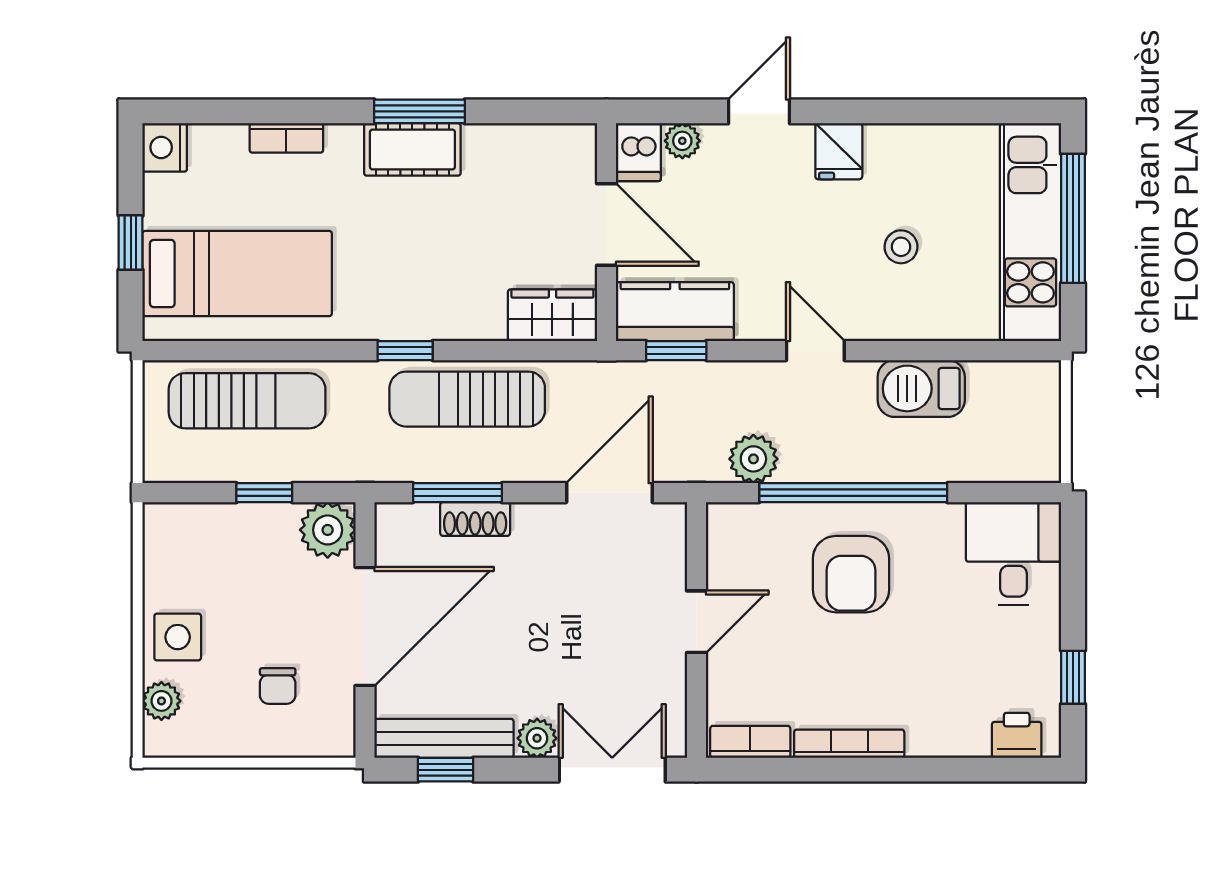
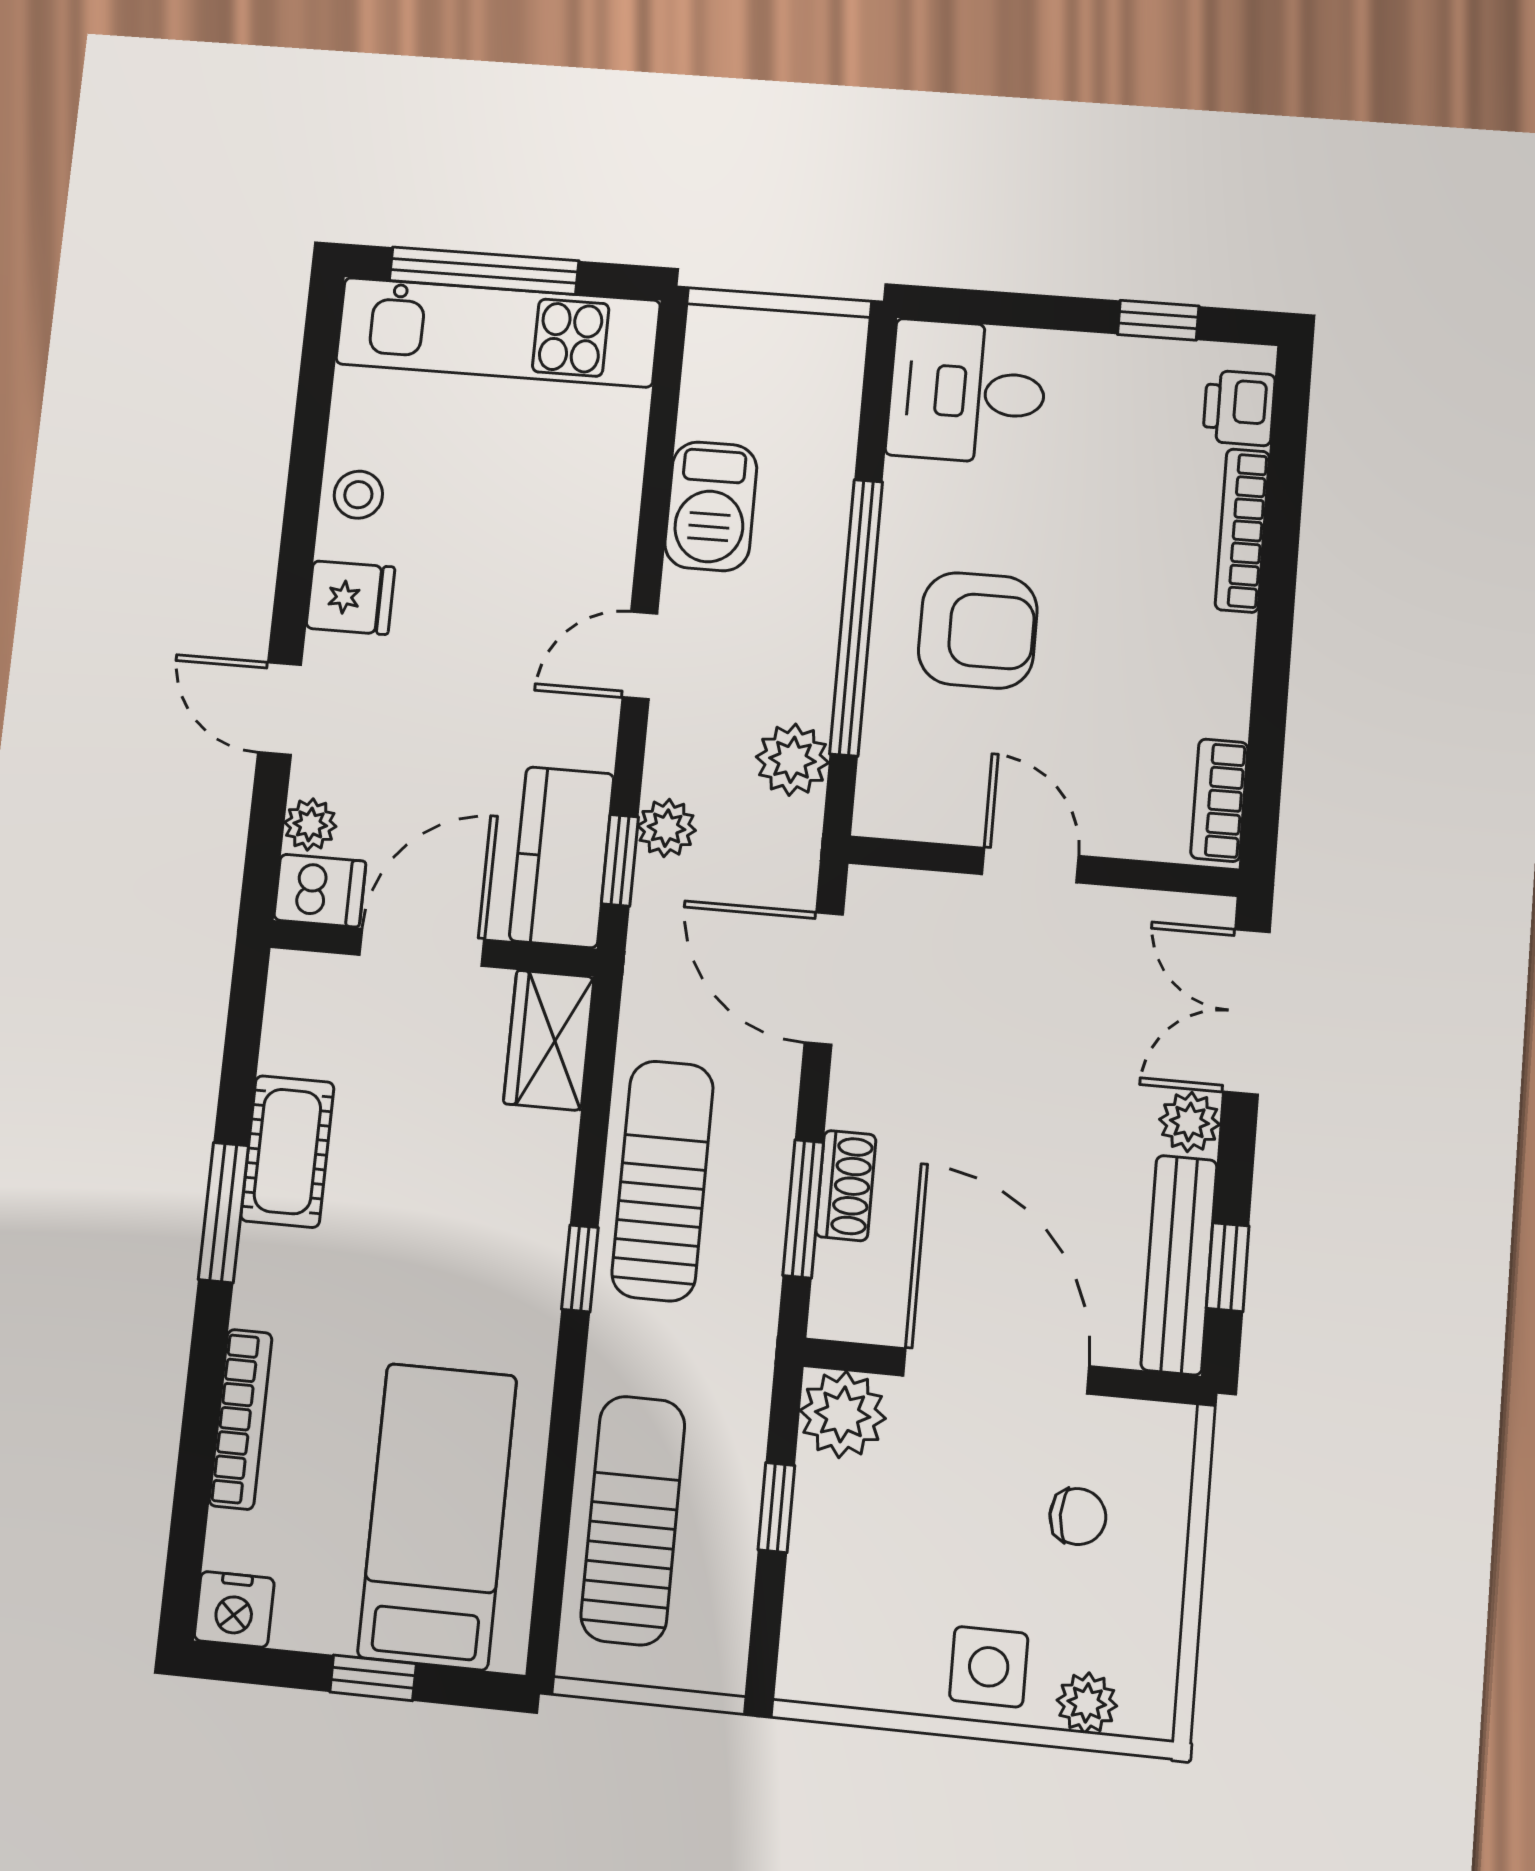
bookcase: (286, 138) -> (241, 1419), width x1.56
cot: (412, 149) -> (287, 1152), moved
stool: (901, 247) -> (358, 495), moved
plant: (700, 380) -> (667, 828), added
sun lounger: (467, 399) -> (663, 1181), turned 180
bookcase: (849, 744) -> (1242, 531), moved

